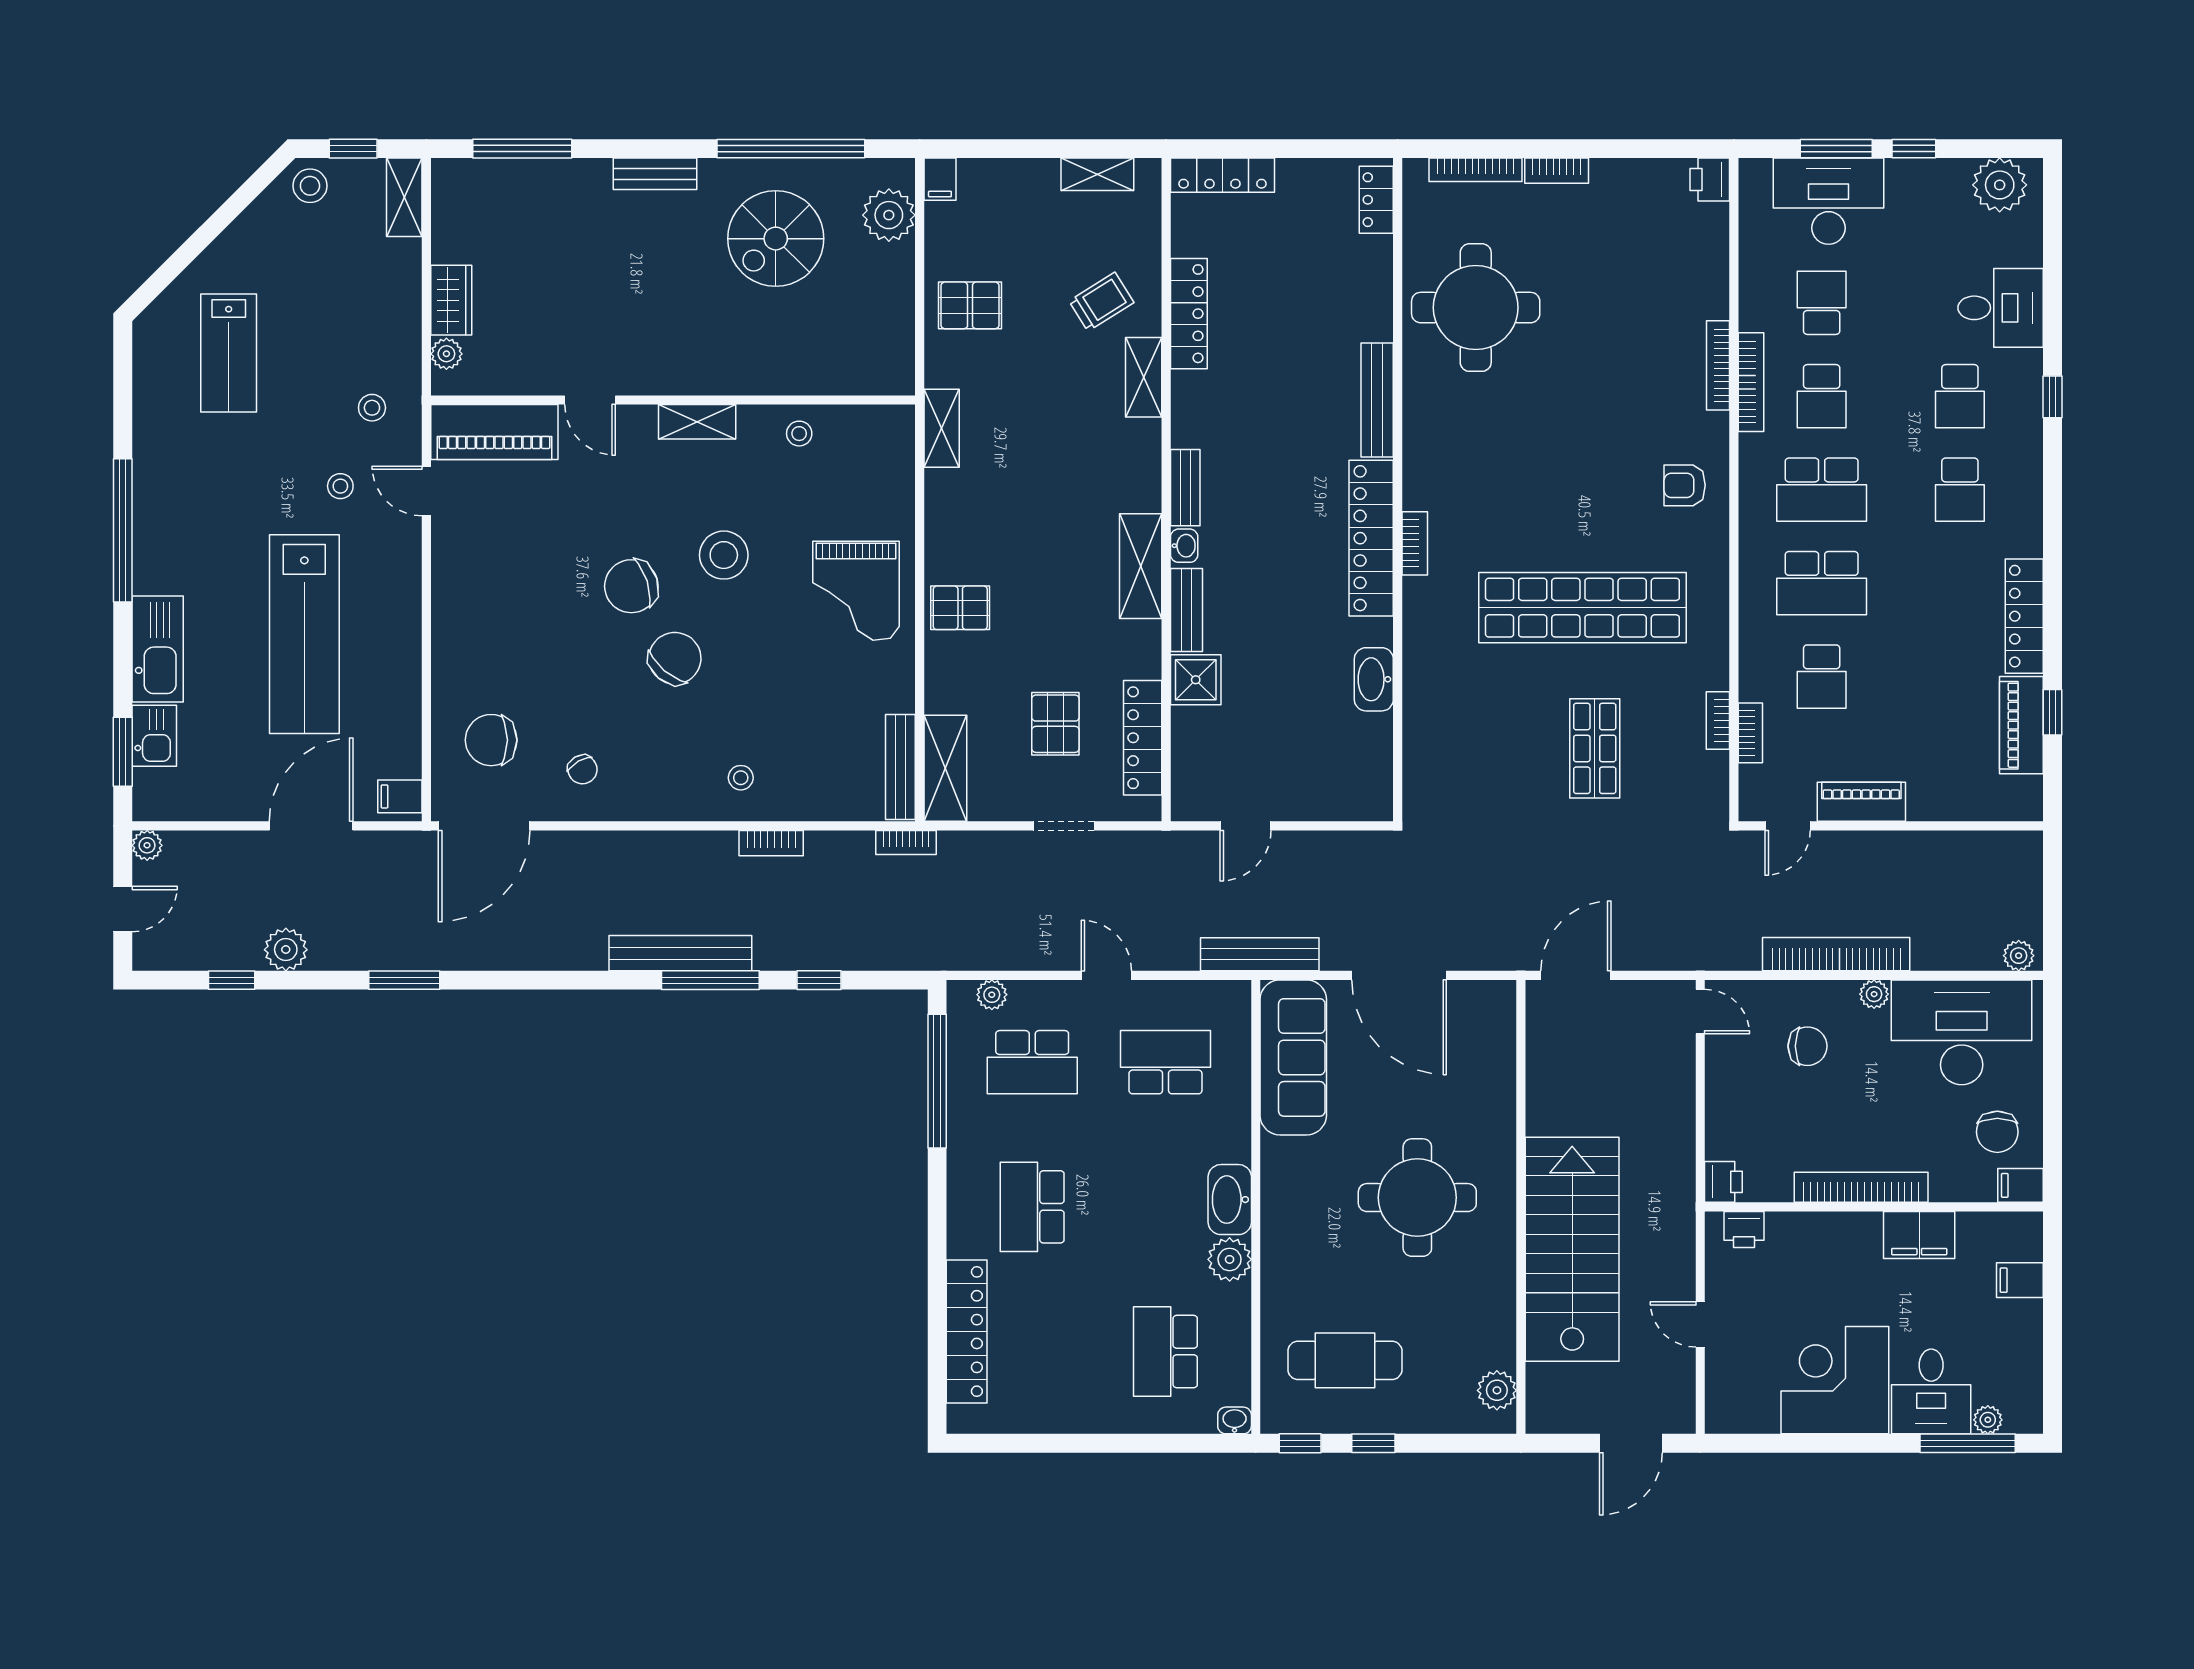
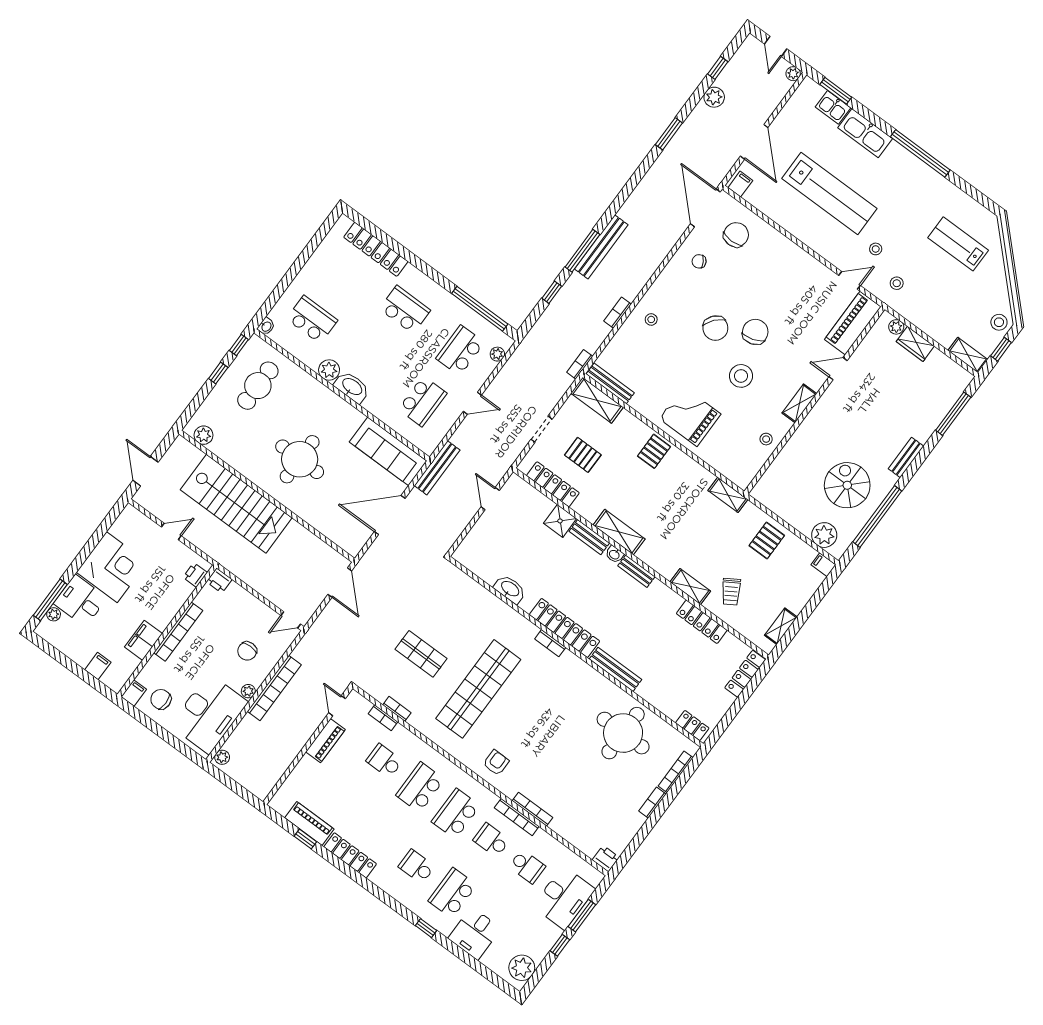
school desk: (1960, 396) -> (452, 893), width x1.85
lab bench: (304, 634) -> (829, 193), turned 180

